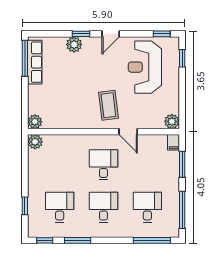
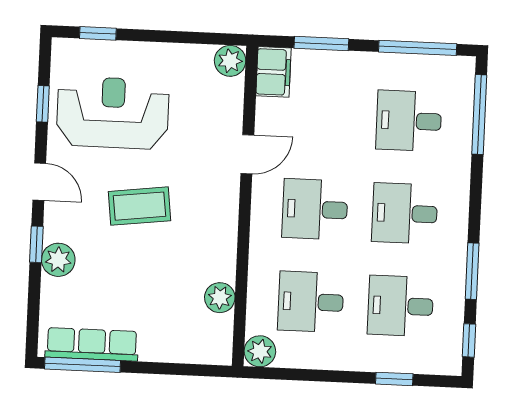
window: (162, 34) -> (43, 104), moved
reception desk: (145, 67) -> (113, 113), turned 180
coffee table: (108, 105) -> (139, 206), moved
plant: (35, 122) -> (220, 298), moved
filing cabinet: (173, 142) -> (273, 72), width x2.00
desk: (60, 165) -> (311, 302), added

